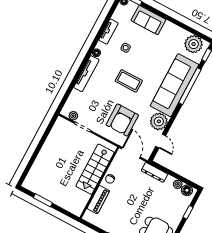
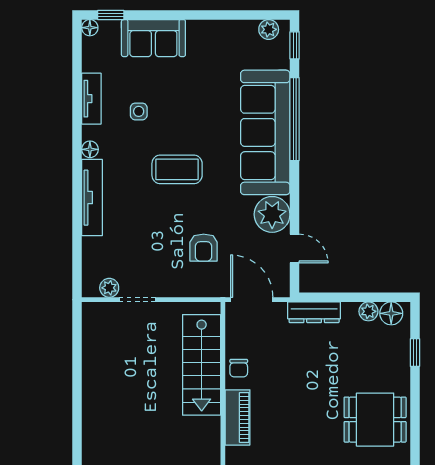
plant: (194, 44) -> (269, 29), width x0.53, depth x0.53
armchair: (122, 120) -> (204, 248), width x0.53, depth x0.53

